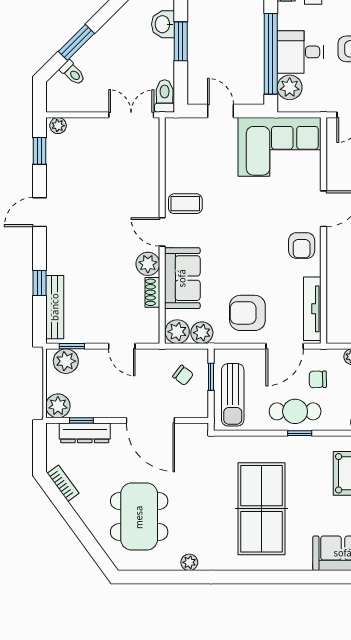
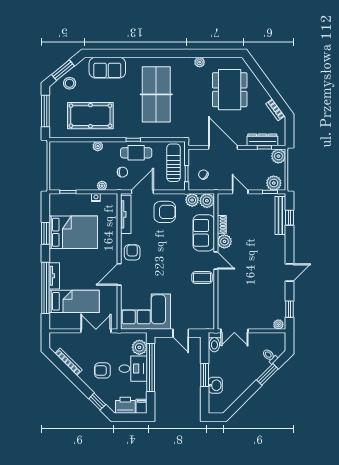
window: (40, 283) -> (290, 218), moved

